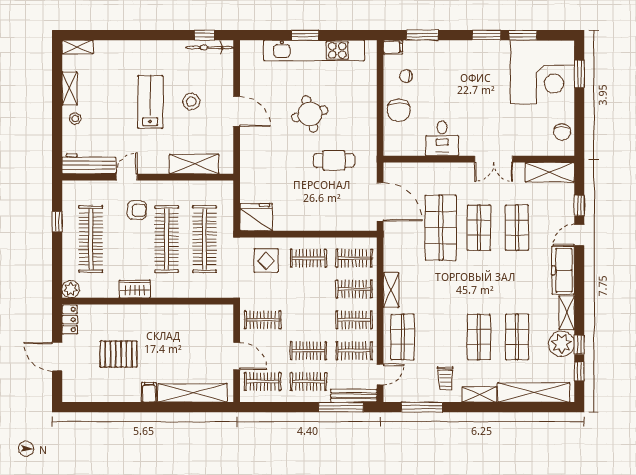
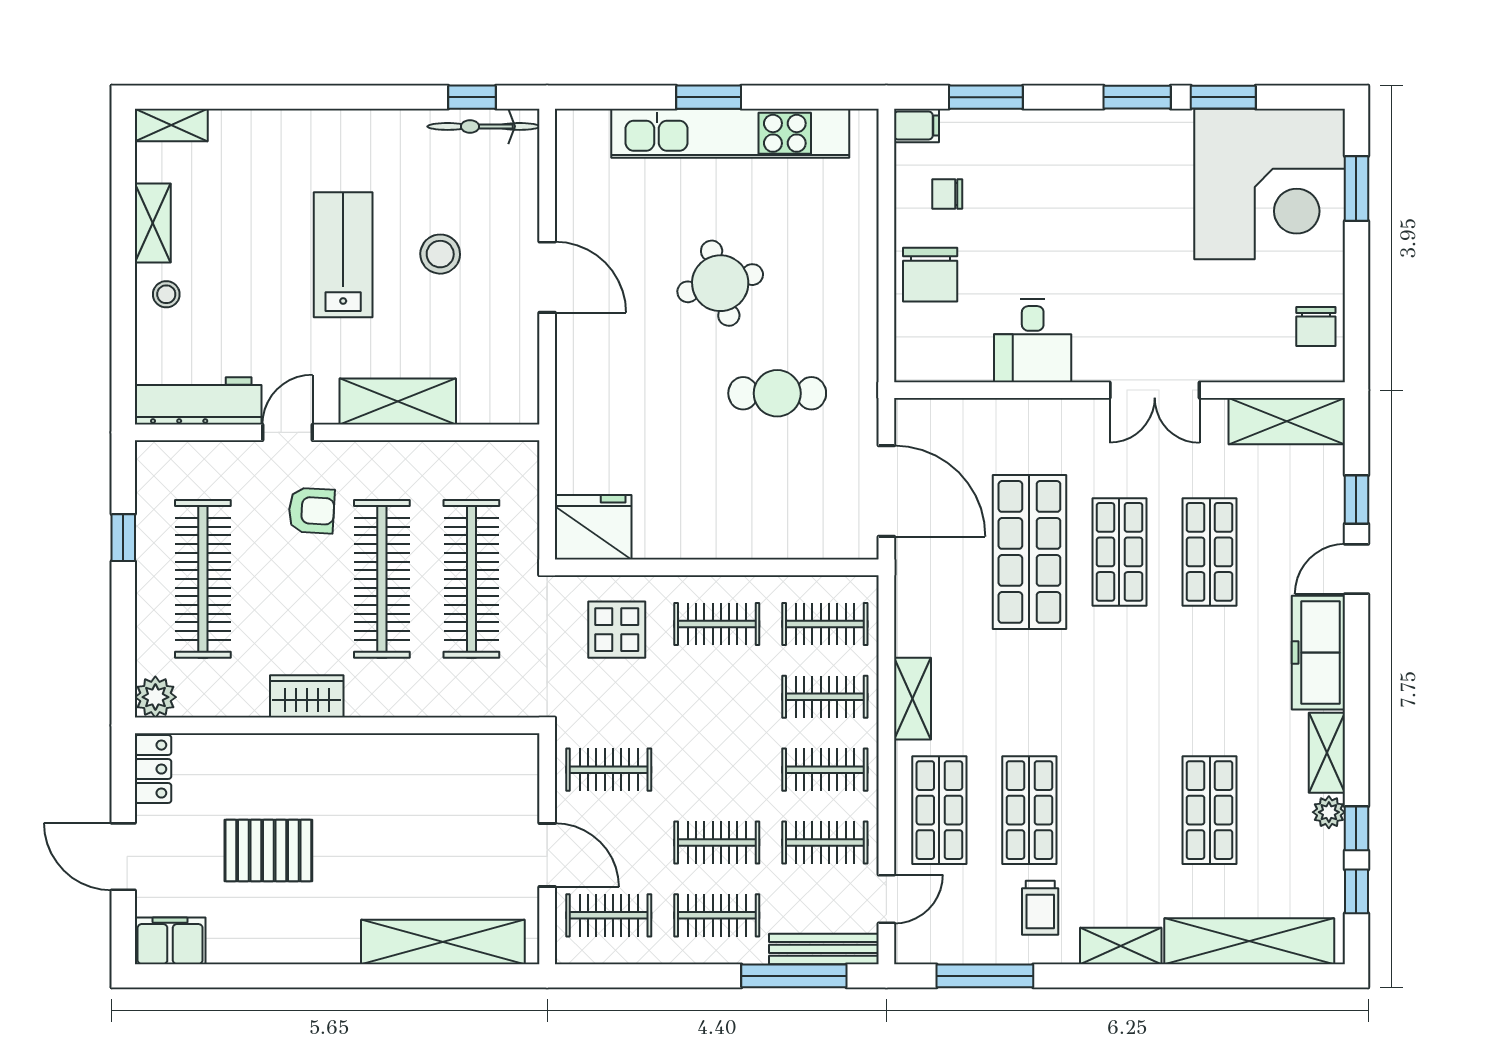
shelving: (194, 164) -> (398, 402), moved
shop shelf: (479, 337) -> (1029, 810), moved
plant: (562, 344) -> (1329, 812), width x0.53, depth x0.53
filing cabinet: (149, 392) -> (170, 941), moved, width x2.00

